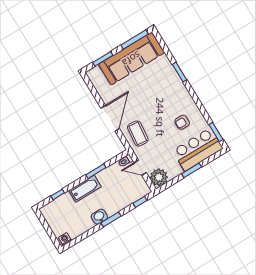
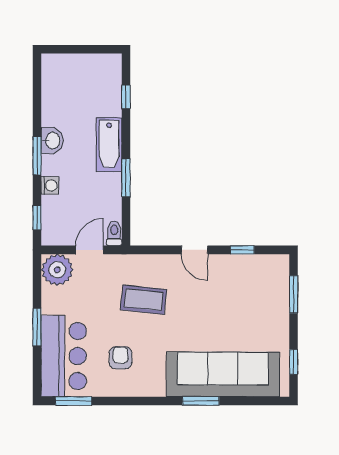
window: (135, 39) -> (293, 362), width x0.46
sofa: (131, 59) -> (223, 374), moved, turned 90
window: (96, 96) -> (242, 250), added
door: (110, 118) -> (194, 250), width x0.53
coffee table: (138, 133) -> (143, 300), moved
washing machine: (65, 239) -> (50, 185), moved

